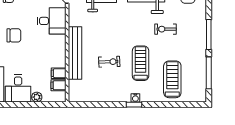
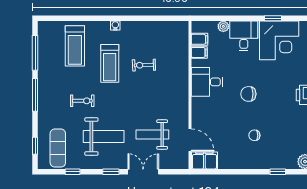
desk: (52, 21) -> (207, 82), moved
bench: (75, 53) -> (181, 75), removed
window: (134, 105) -> (117, 18), removed

